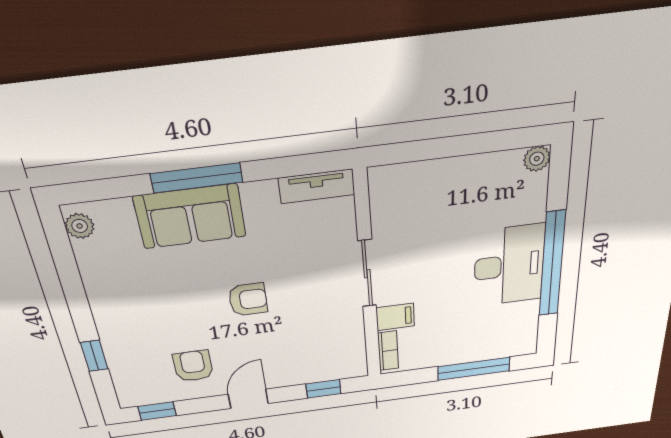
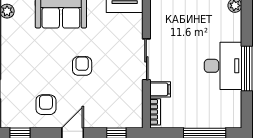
window: (552, 264) -> (247, 69), width x0.68
armchair: (248, 300) -> (82, 66), turned -90

